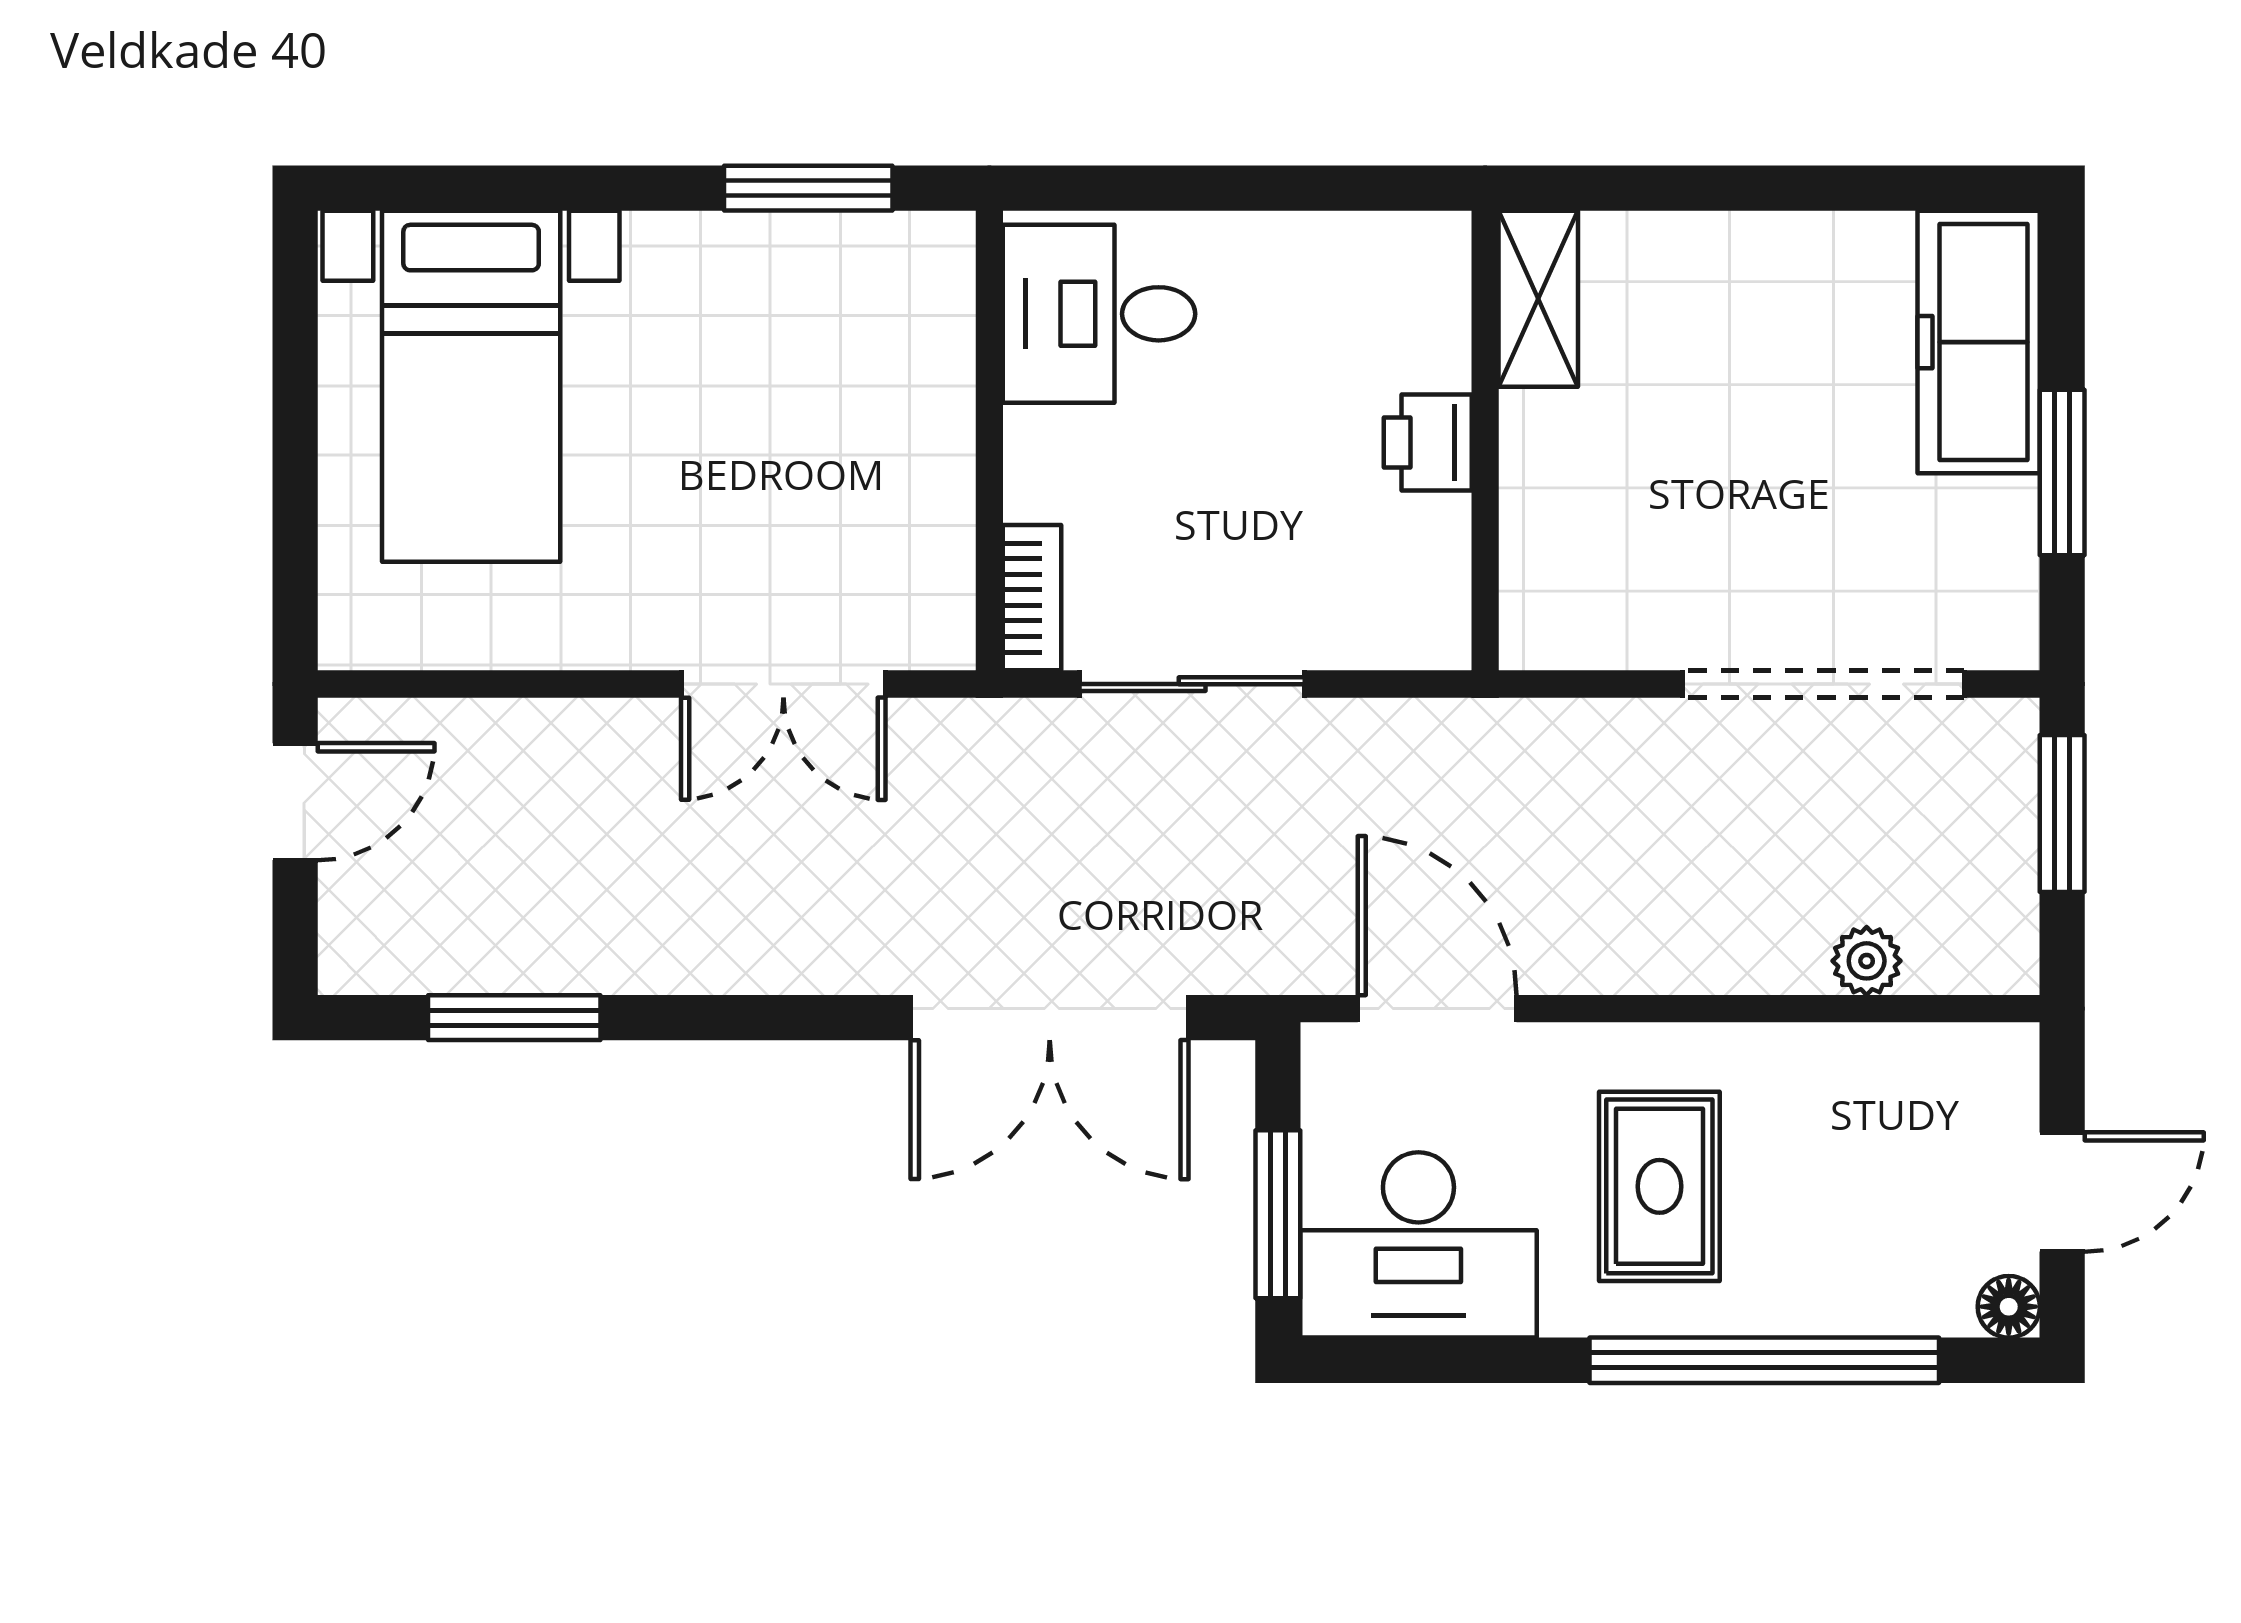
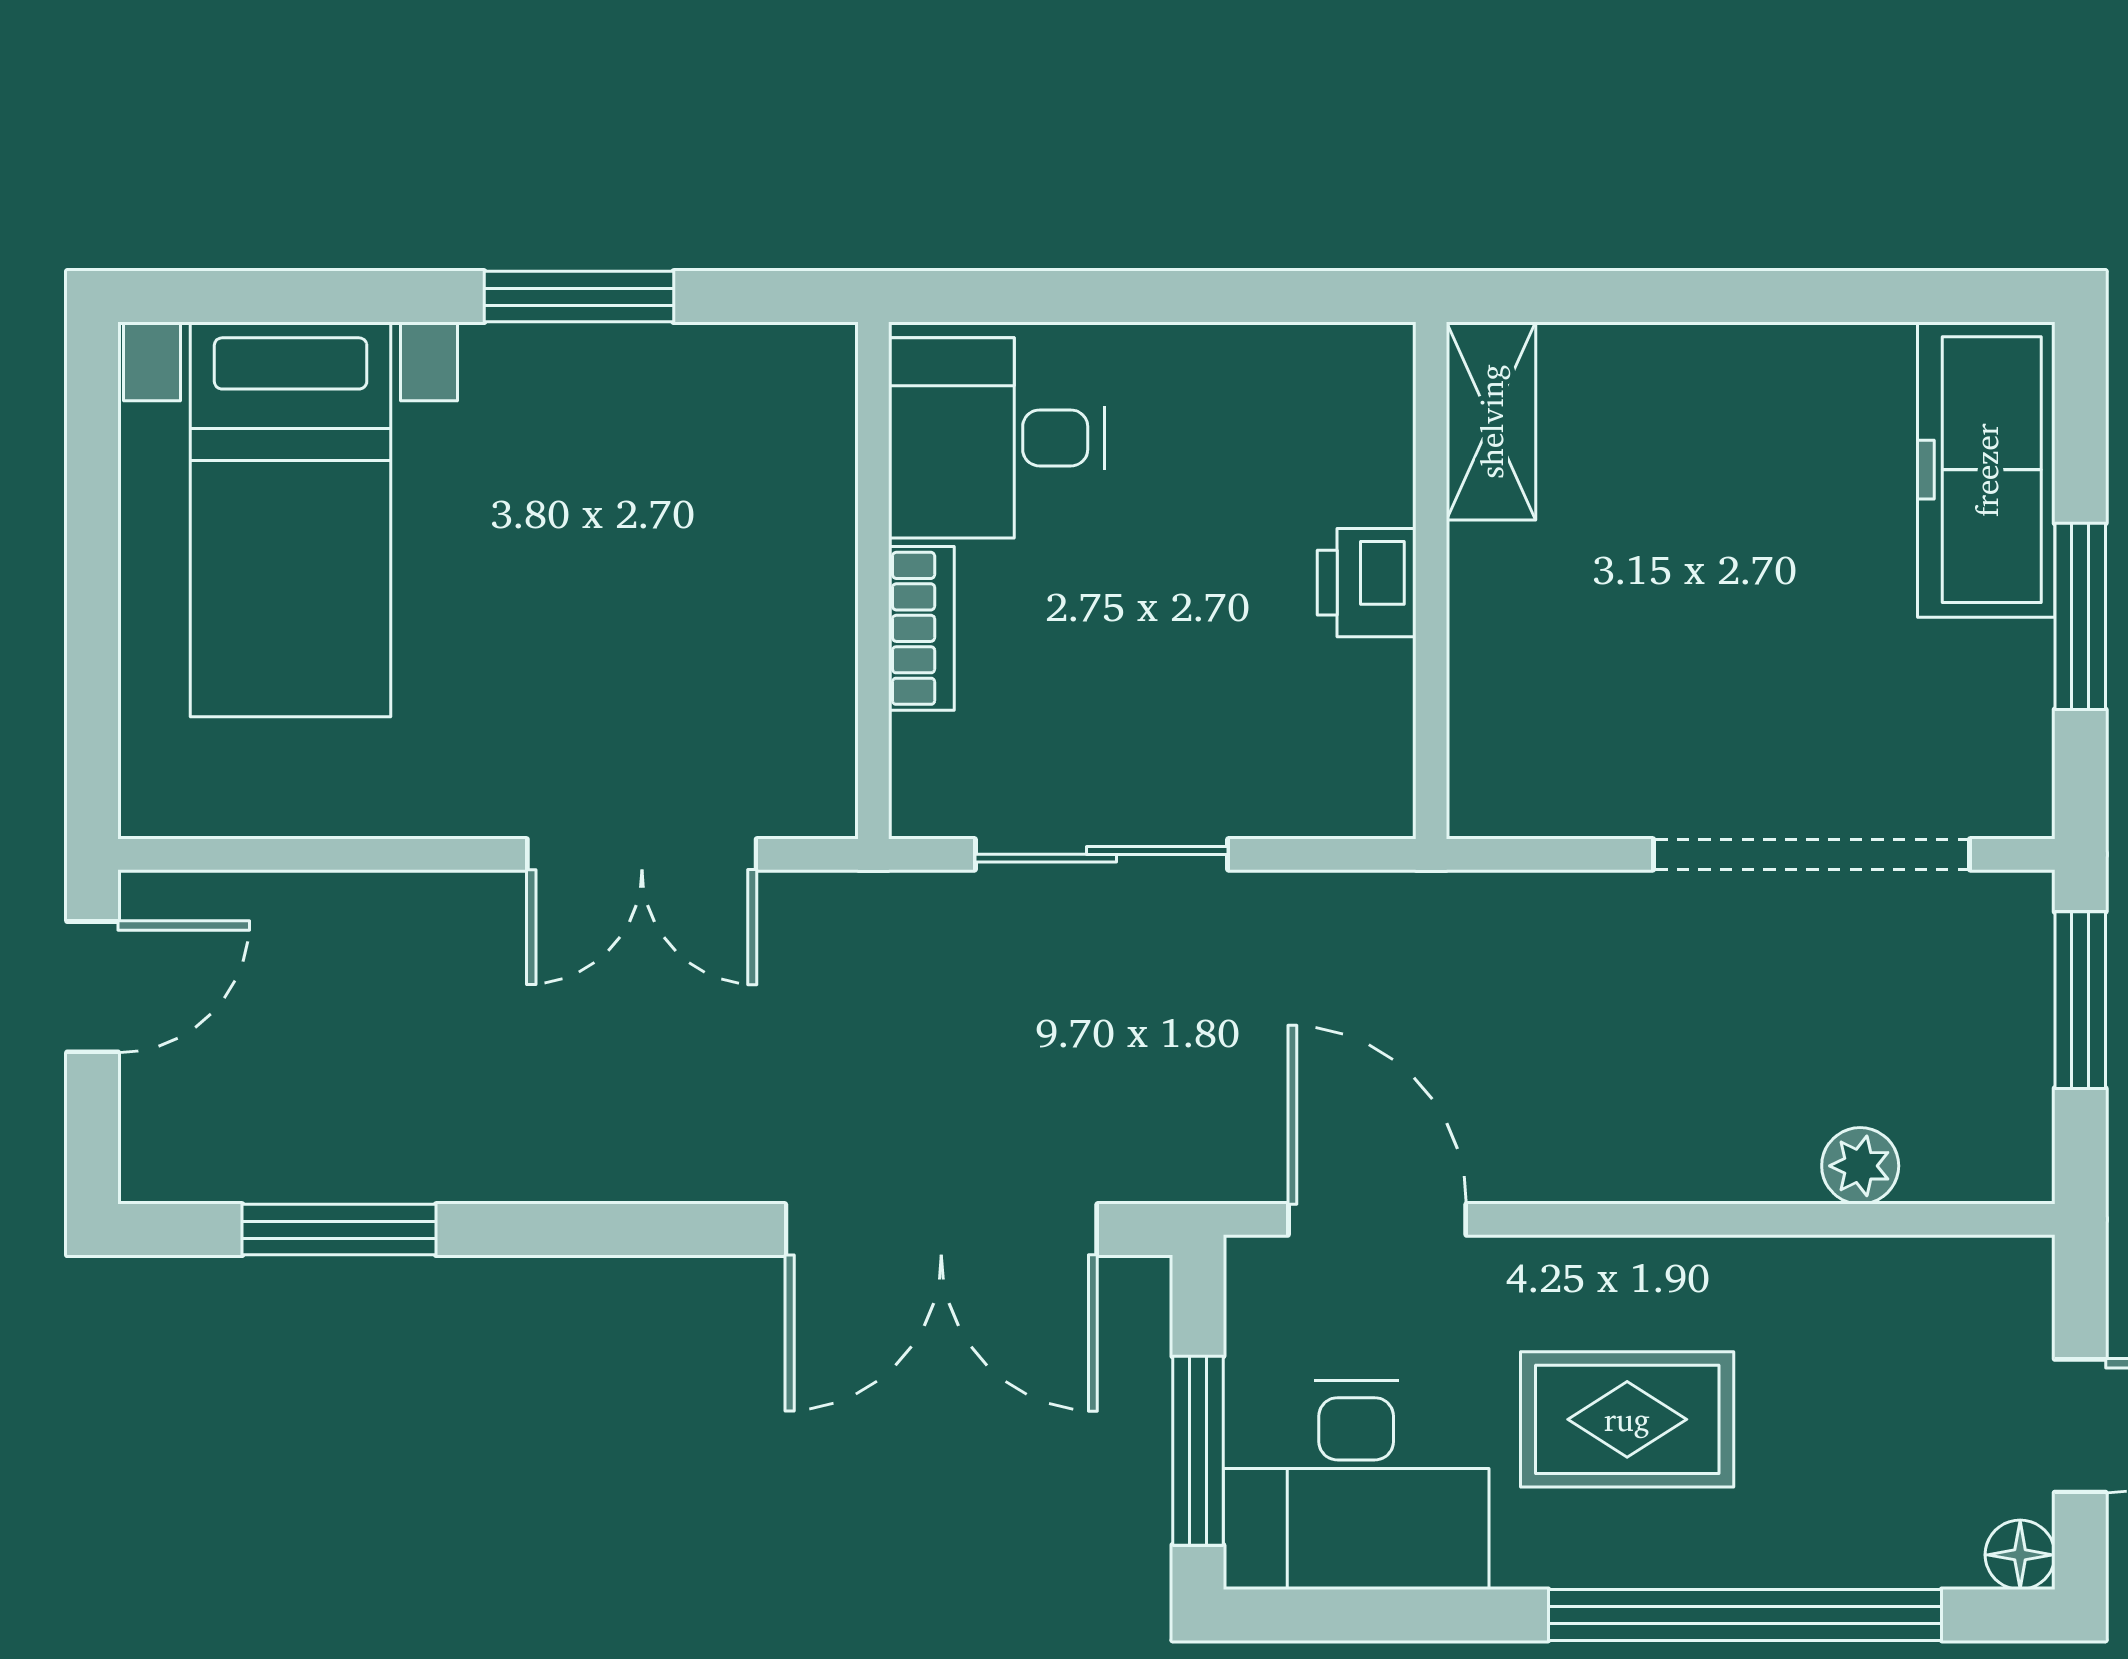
window: (808, 188) -> (579, 297), moved
bookcase: (1032, 598) -> (921, 628), moved
rug: (1659, 1186) -> (1627, 1419), turned 90

